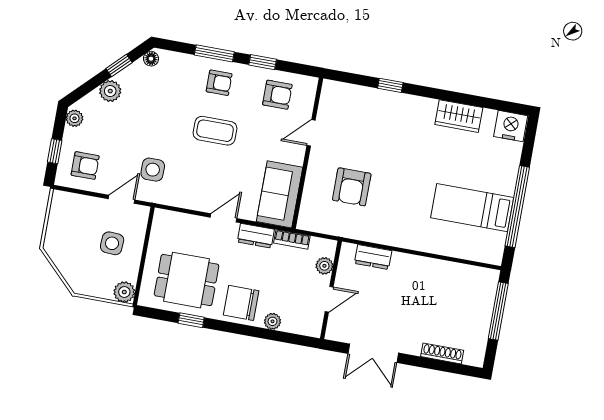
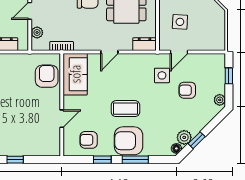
armchair: (219, 83) -> (129, 141), width x1.88, depth x1.88
plant: (110, 91) -> (184, 137), moved
armchair: (85, 166) -> (187, 90), moved
armchair: (352, 187) -> (47, 76), moved
dresser: (256, 236) -> (145, 44), moved

